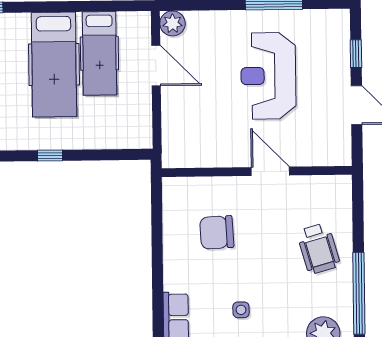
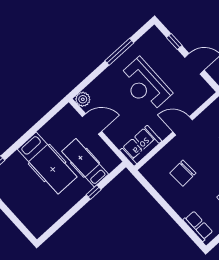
hospital bed: (99, 53) -> (85, 163), moved, turned 180
sofa: (194, 149) -> (141, 146), added
window: (50, 155) -> (94, 192), moved

